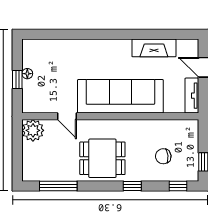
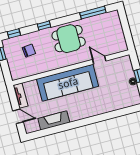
plant: (33, 130) -> (119, 45), removed

